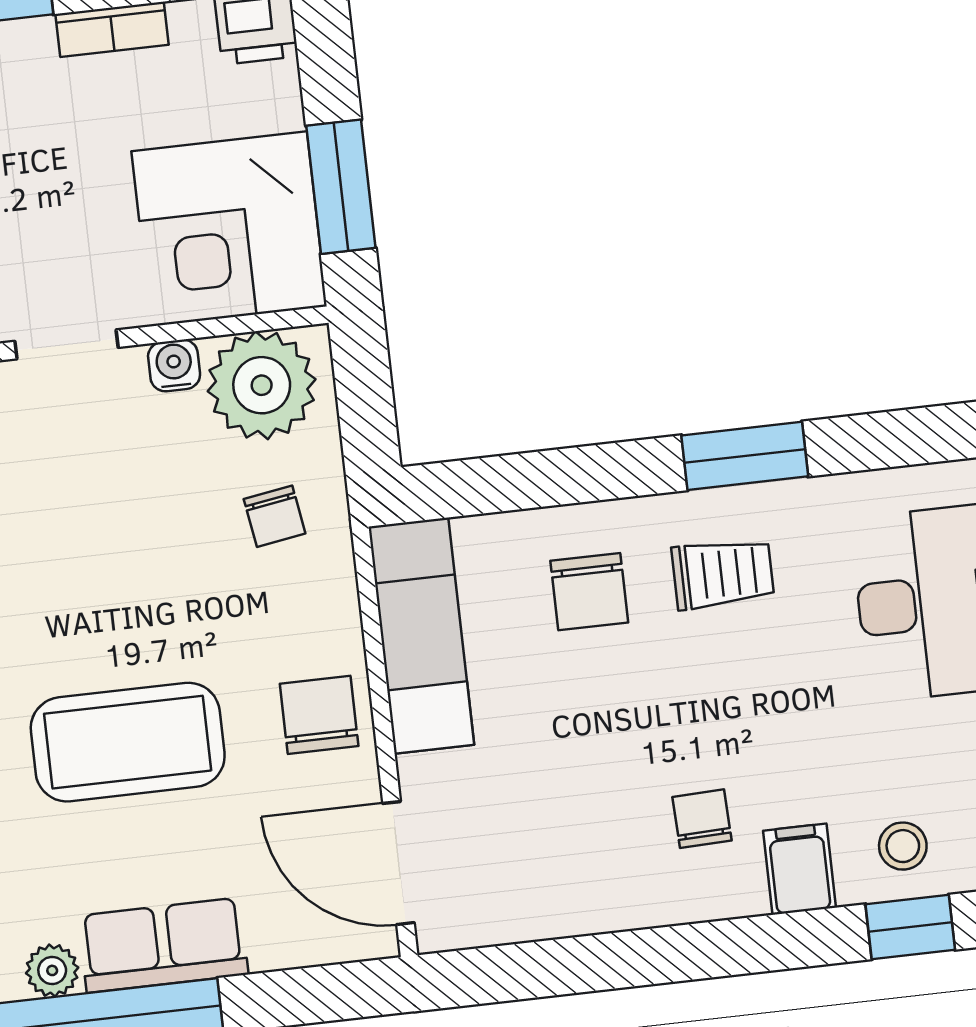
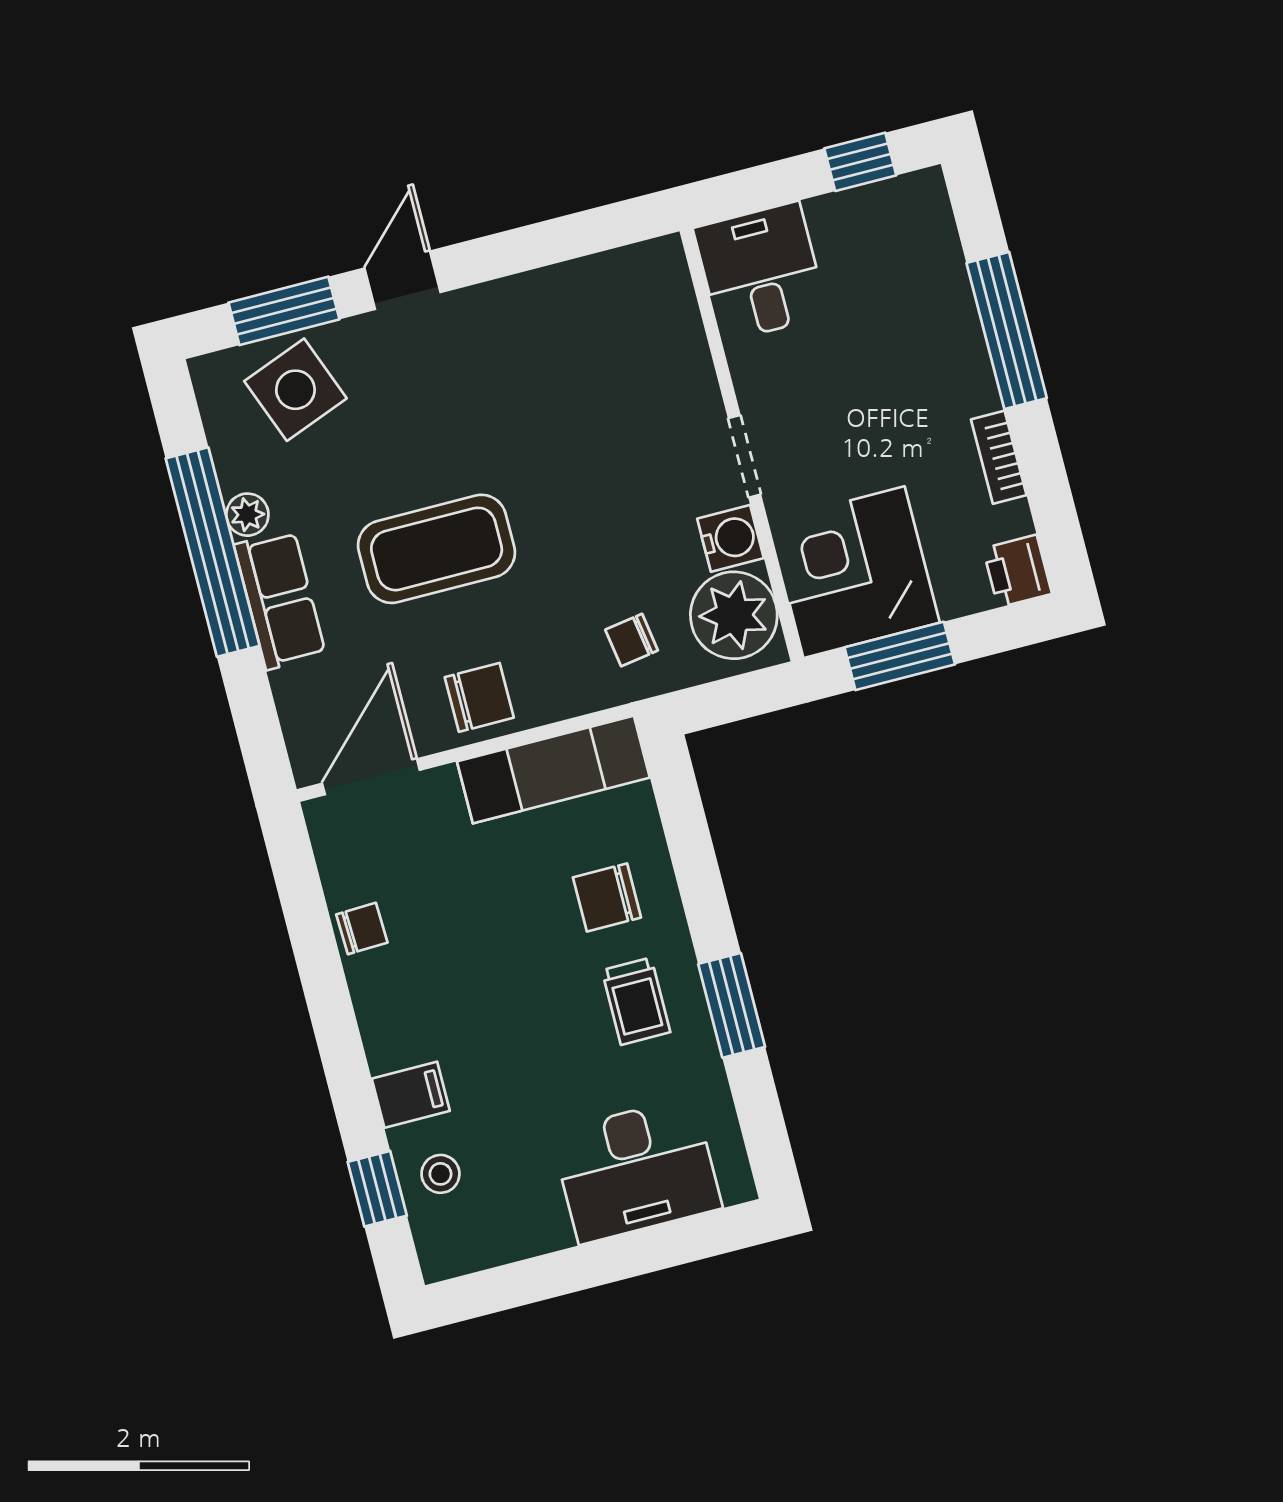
water cooler: (174, 365) -> (730, 538), width x1.38, depth x1.38
coffee table: (128, 742) -> (437, 549), turned 90
chair: (702, 819) -> (362, 928), moved

